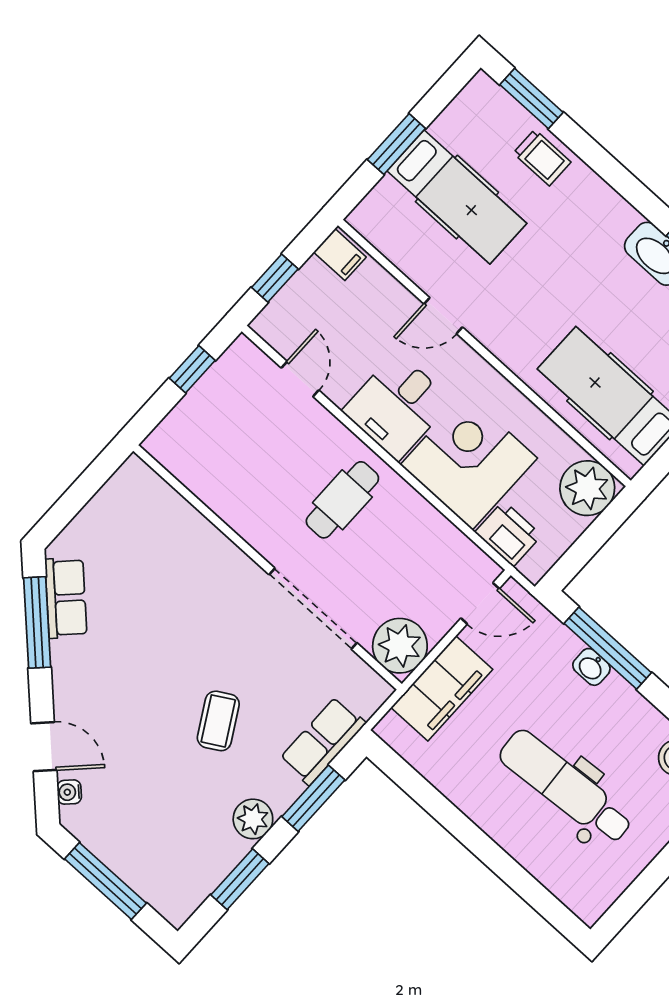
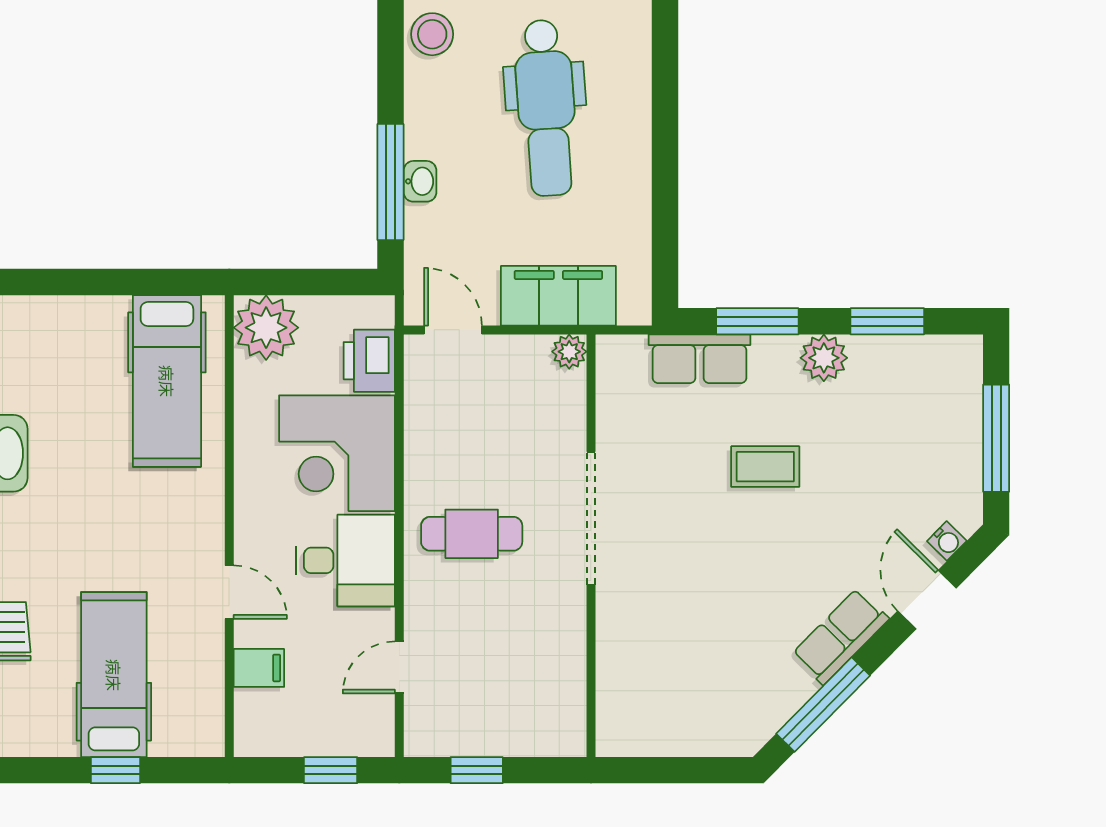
window: (396, 144) -> (115, 770), width x0.67
filing cabinet: (340, 255) -> (259, 668), moved, turned 90
row of seats: (66, 598) -> (840, 636), moved
doorway: (313, 609) -> (591, 518), moved
plant: (400, 646) -> (569, 352), width x0.53, depth x0.53
coffee table: (218, 721) -> (765, 467), turned 30

